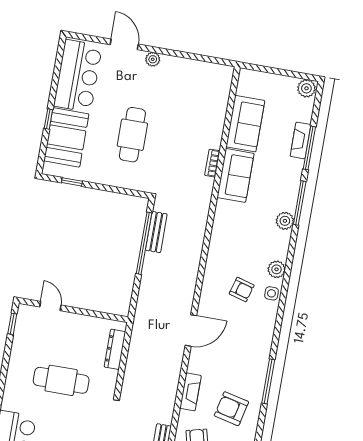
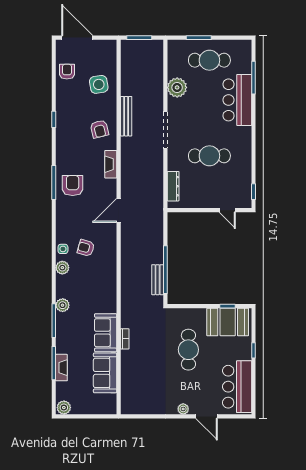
booth: (66, 137) -> (228, 322), moved, turned 90
armchair: (231, 409) -> (73, 185), moved, turned -103

